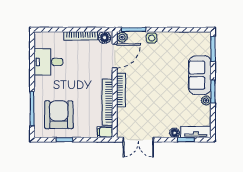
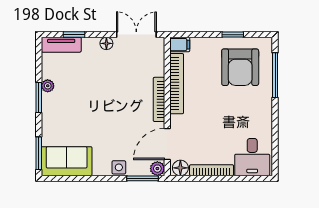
desk: (48, 62) -> (252, 157), moved, turned 90
sofa: (200, 75) -> (67, 161), moved, turned -90
floor lamp: (175, 133) -> (106, 43), moved

